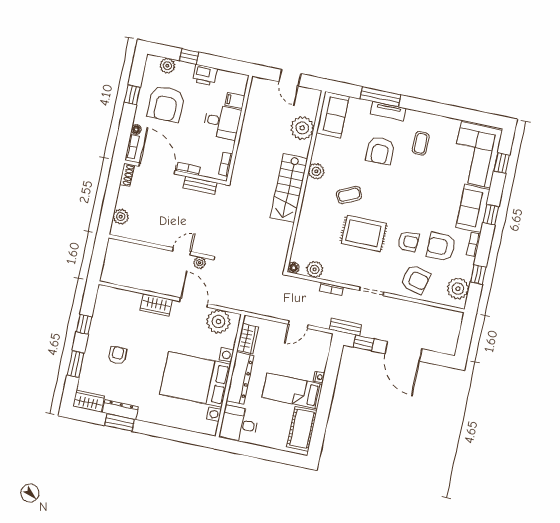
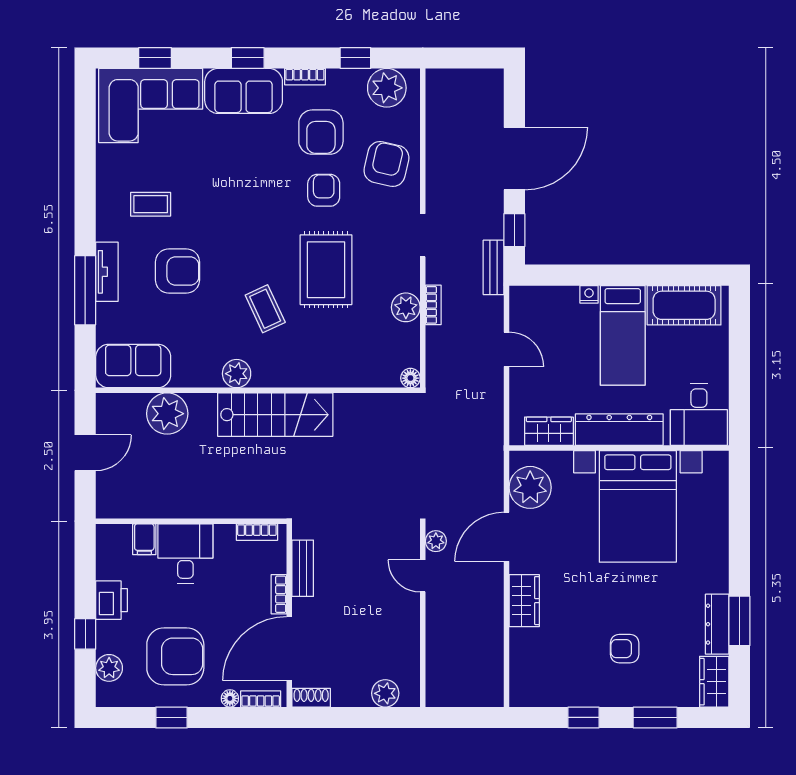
plant: (315, 269) -> (406, 307), moved

